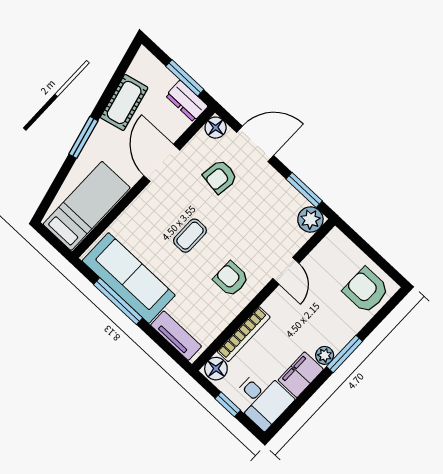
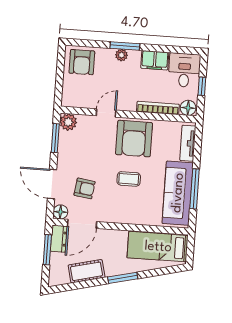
door: (162, 163) -> (82, 224), moved
armchair: (231, 279) -> (134, 139), width x1.88, depth x1.88
plant: (325, 355) -> (121, 55), moved

